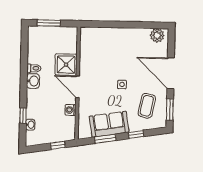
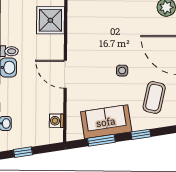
shower: (66, 65) -> (50, 20), moved
washing machine: (70, 110) -> (56, 121), moved
window: (58, 145) -> (23, 152), moved

